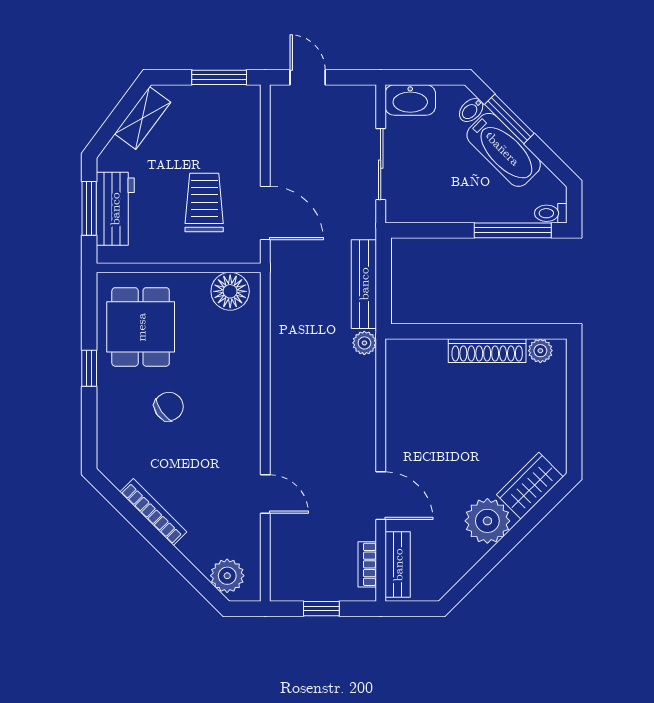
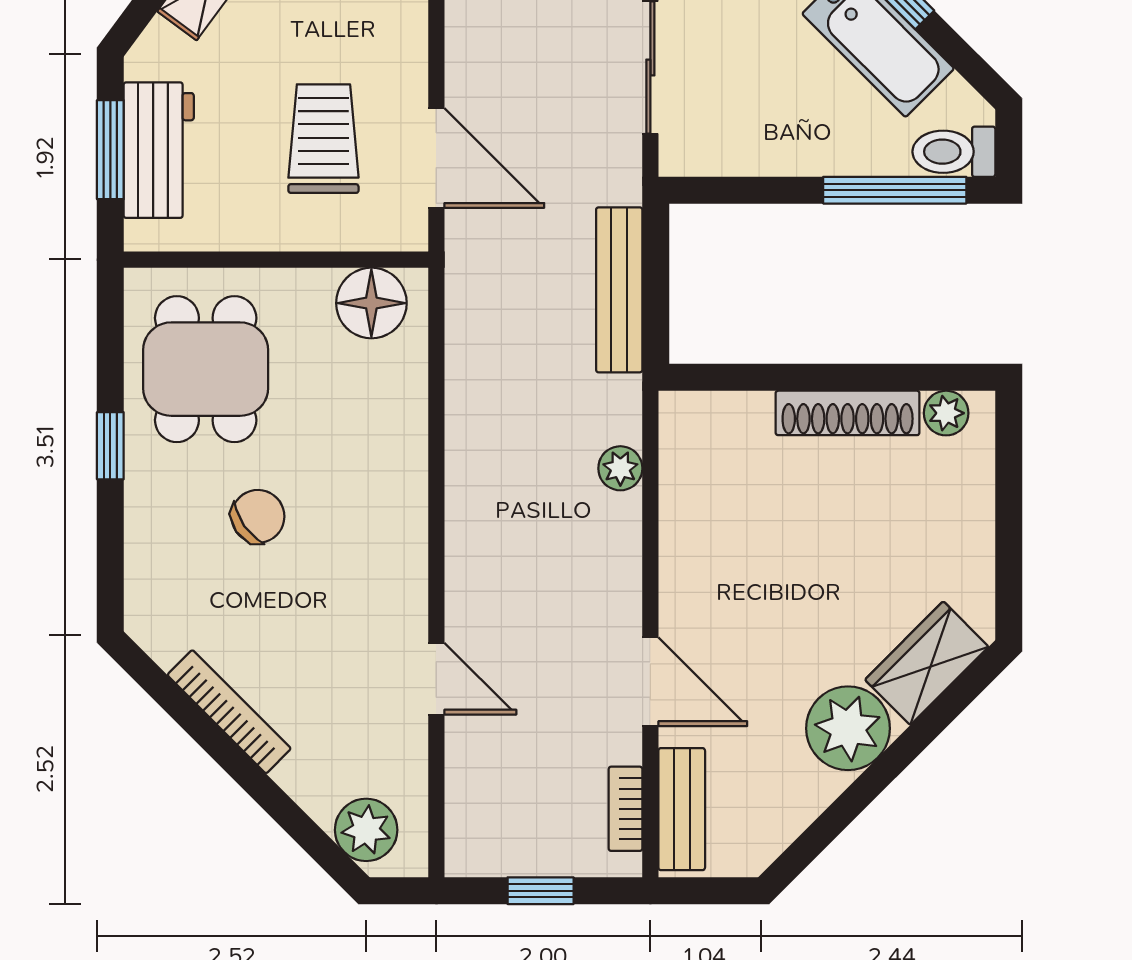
toilet: (551, 213) -> (954, 152), width x1.37, depth x1.39
plant: (364, 343) -> (620, 468), moved

